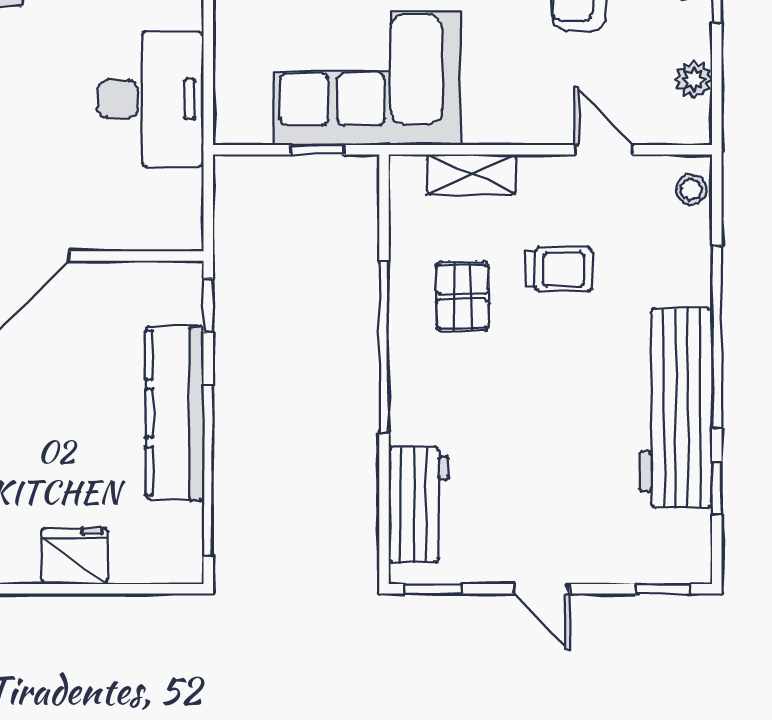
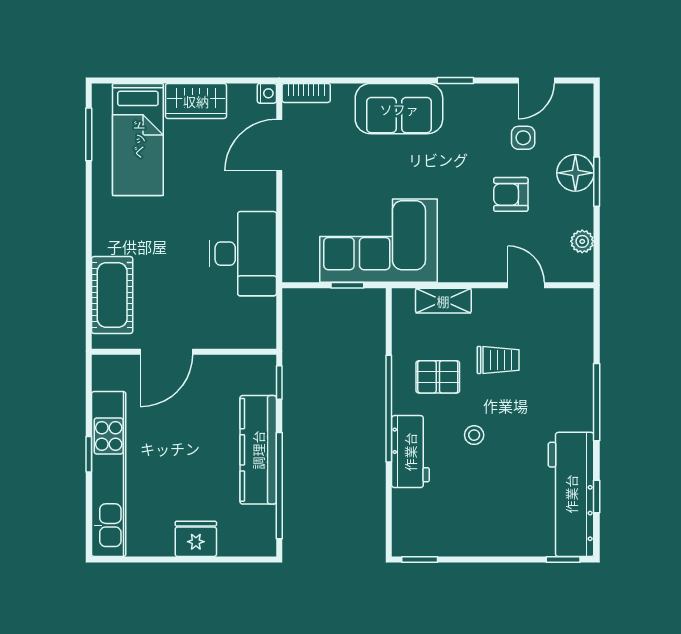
stool: (691, 190) -> (474, 435), moved
pallet: (462, 296) -> (438, 377), turned 90
window: (717, 337) -> (597, 402), width x0.68
workbench: (676, 408) -> (571, 494), moved
workbench: (418, 505) -> (410, 452), moved
door: (541, 589) -> (487, 559), removed

